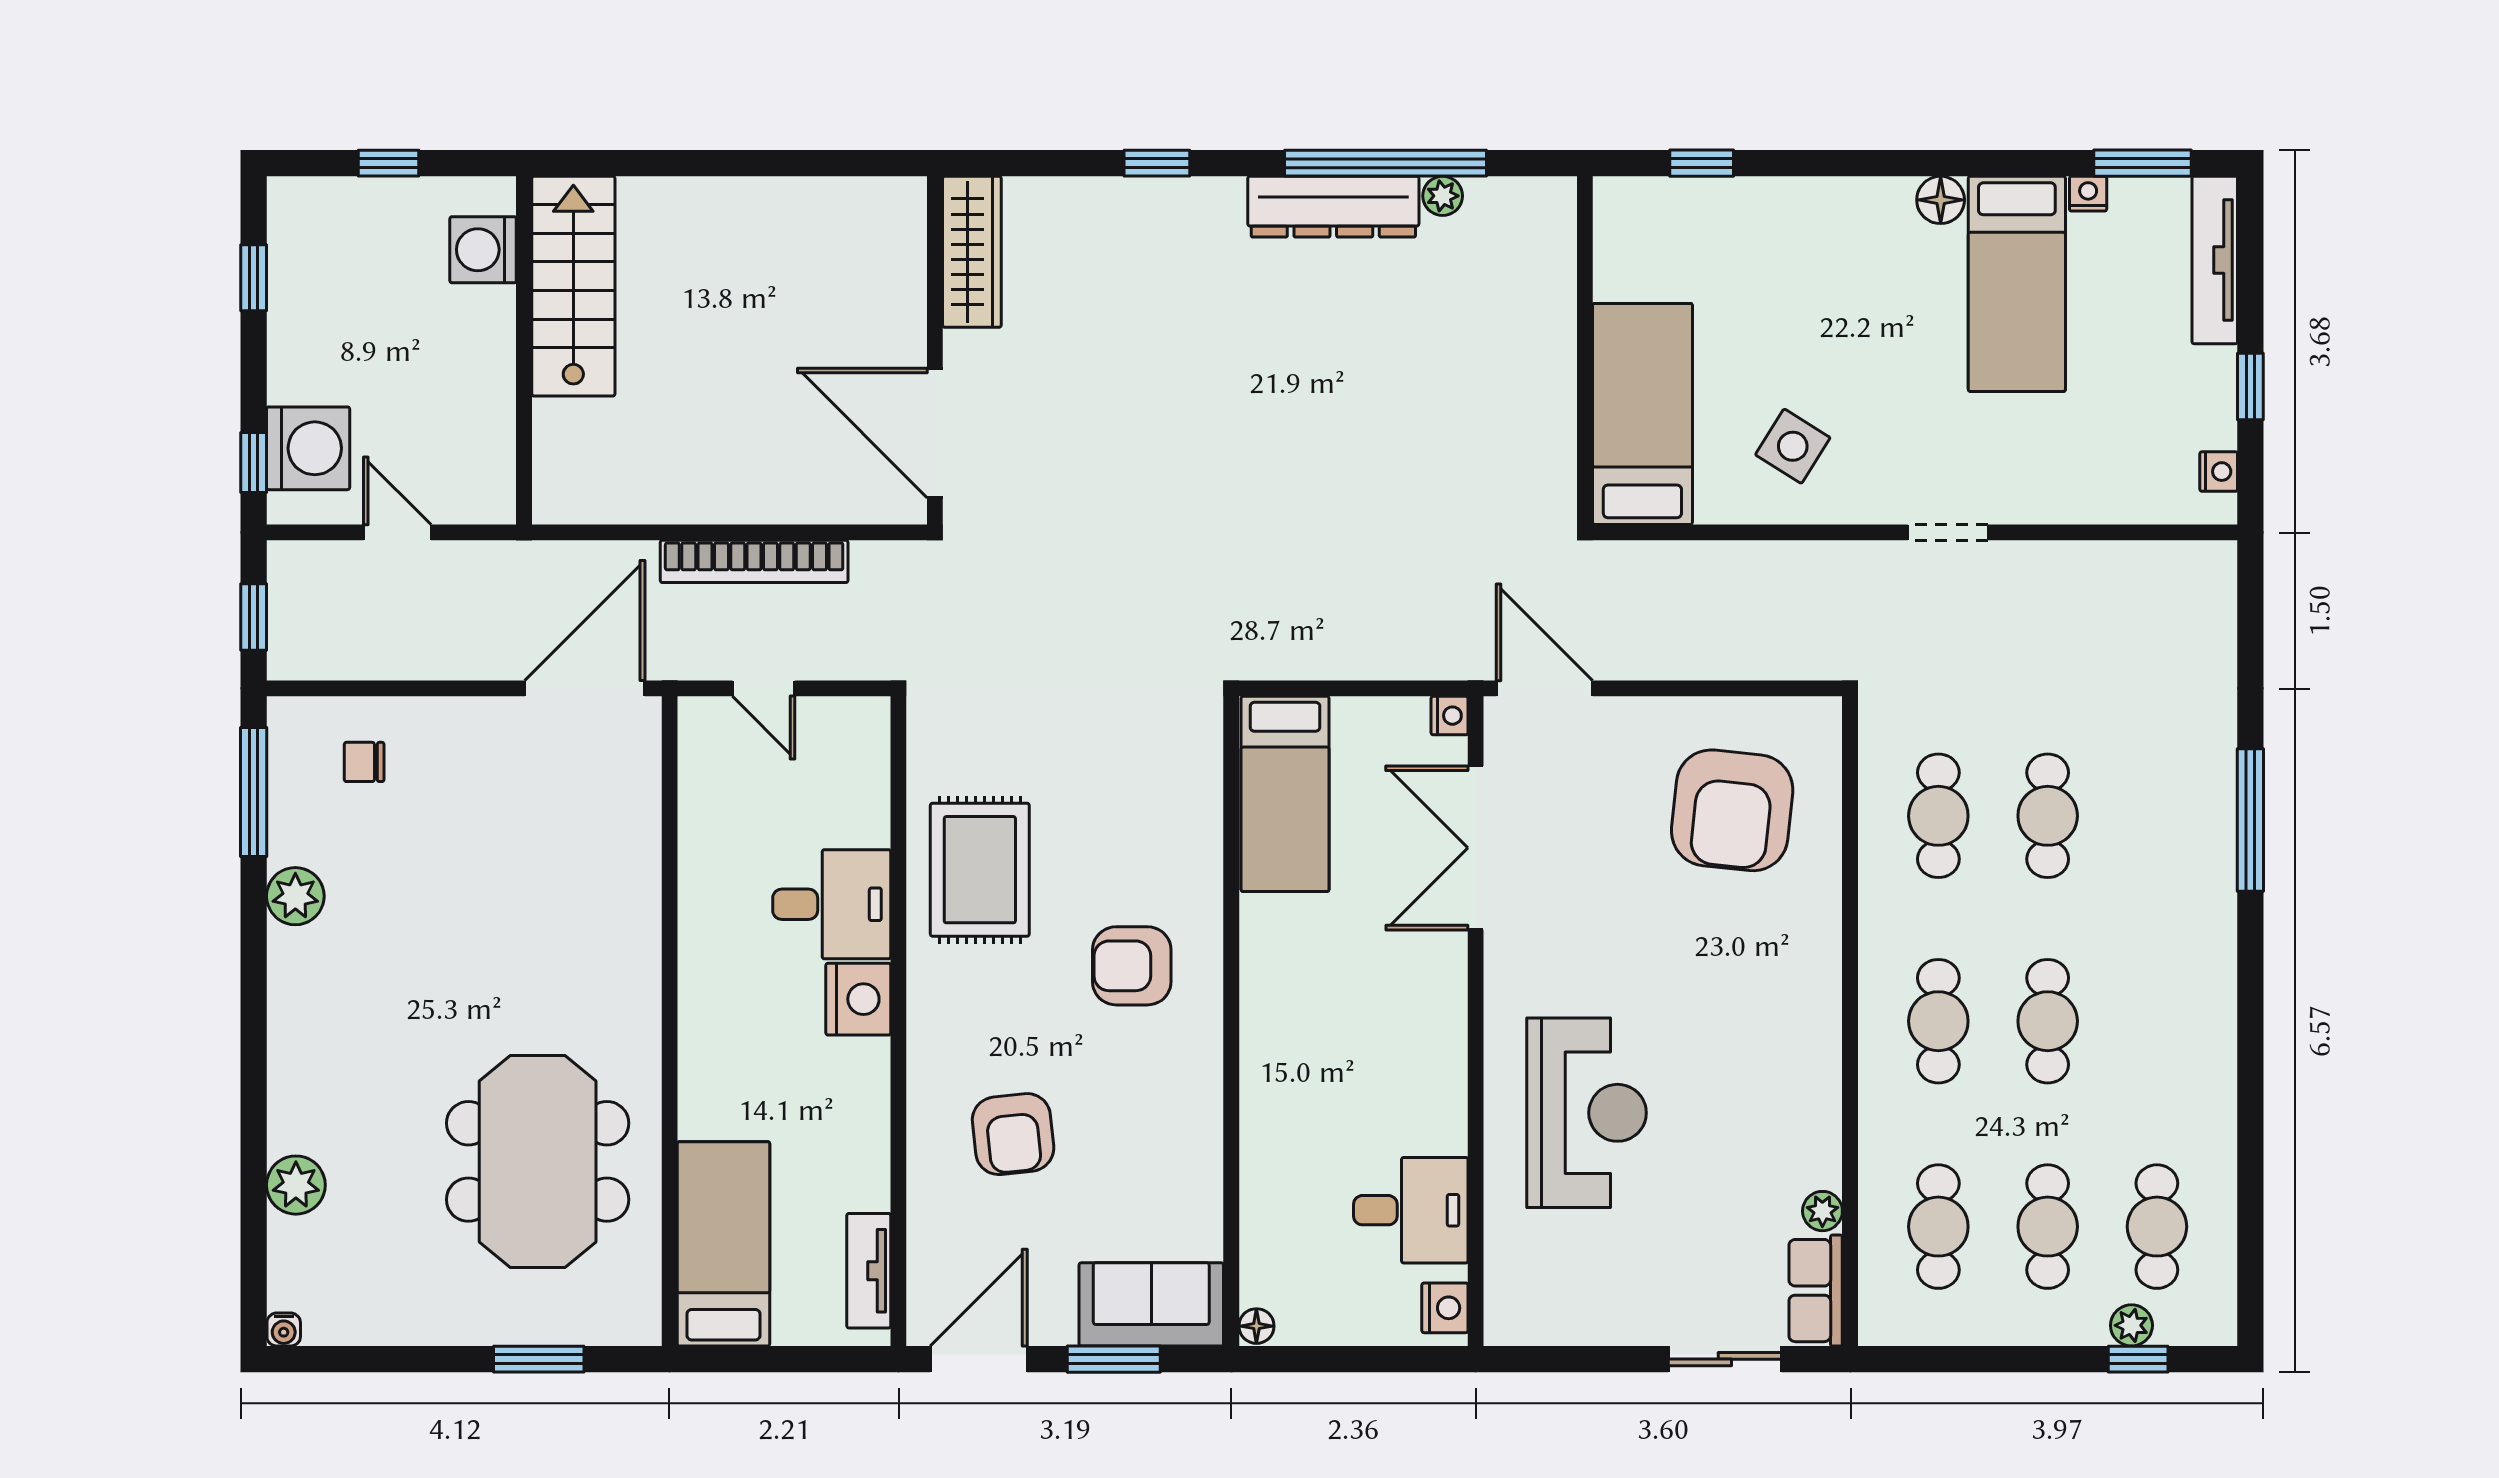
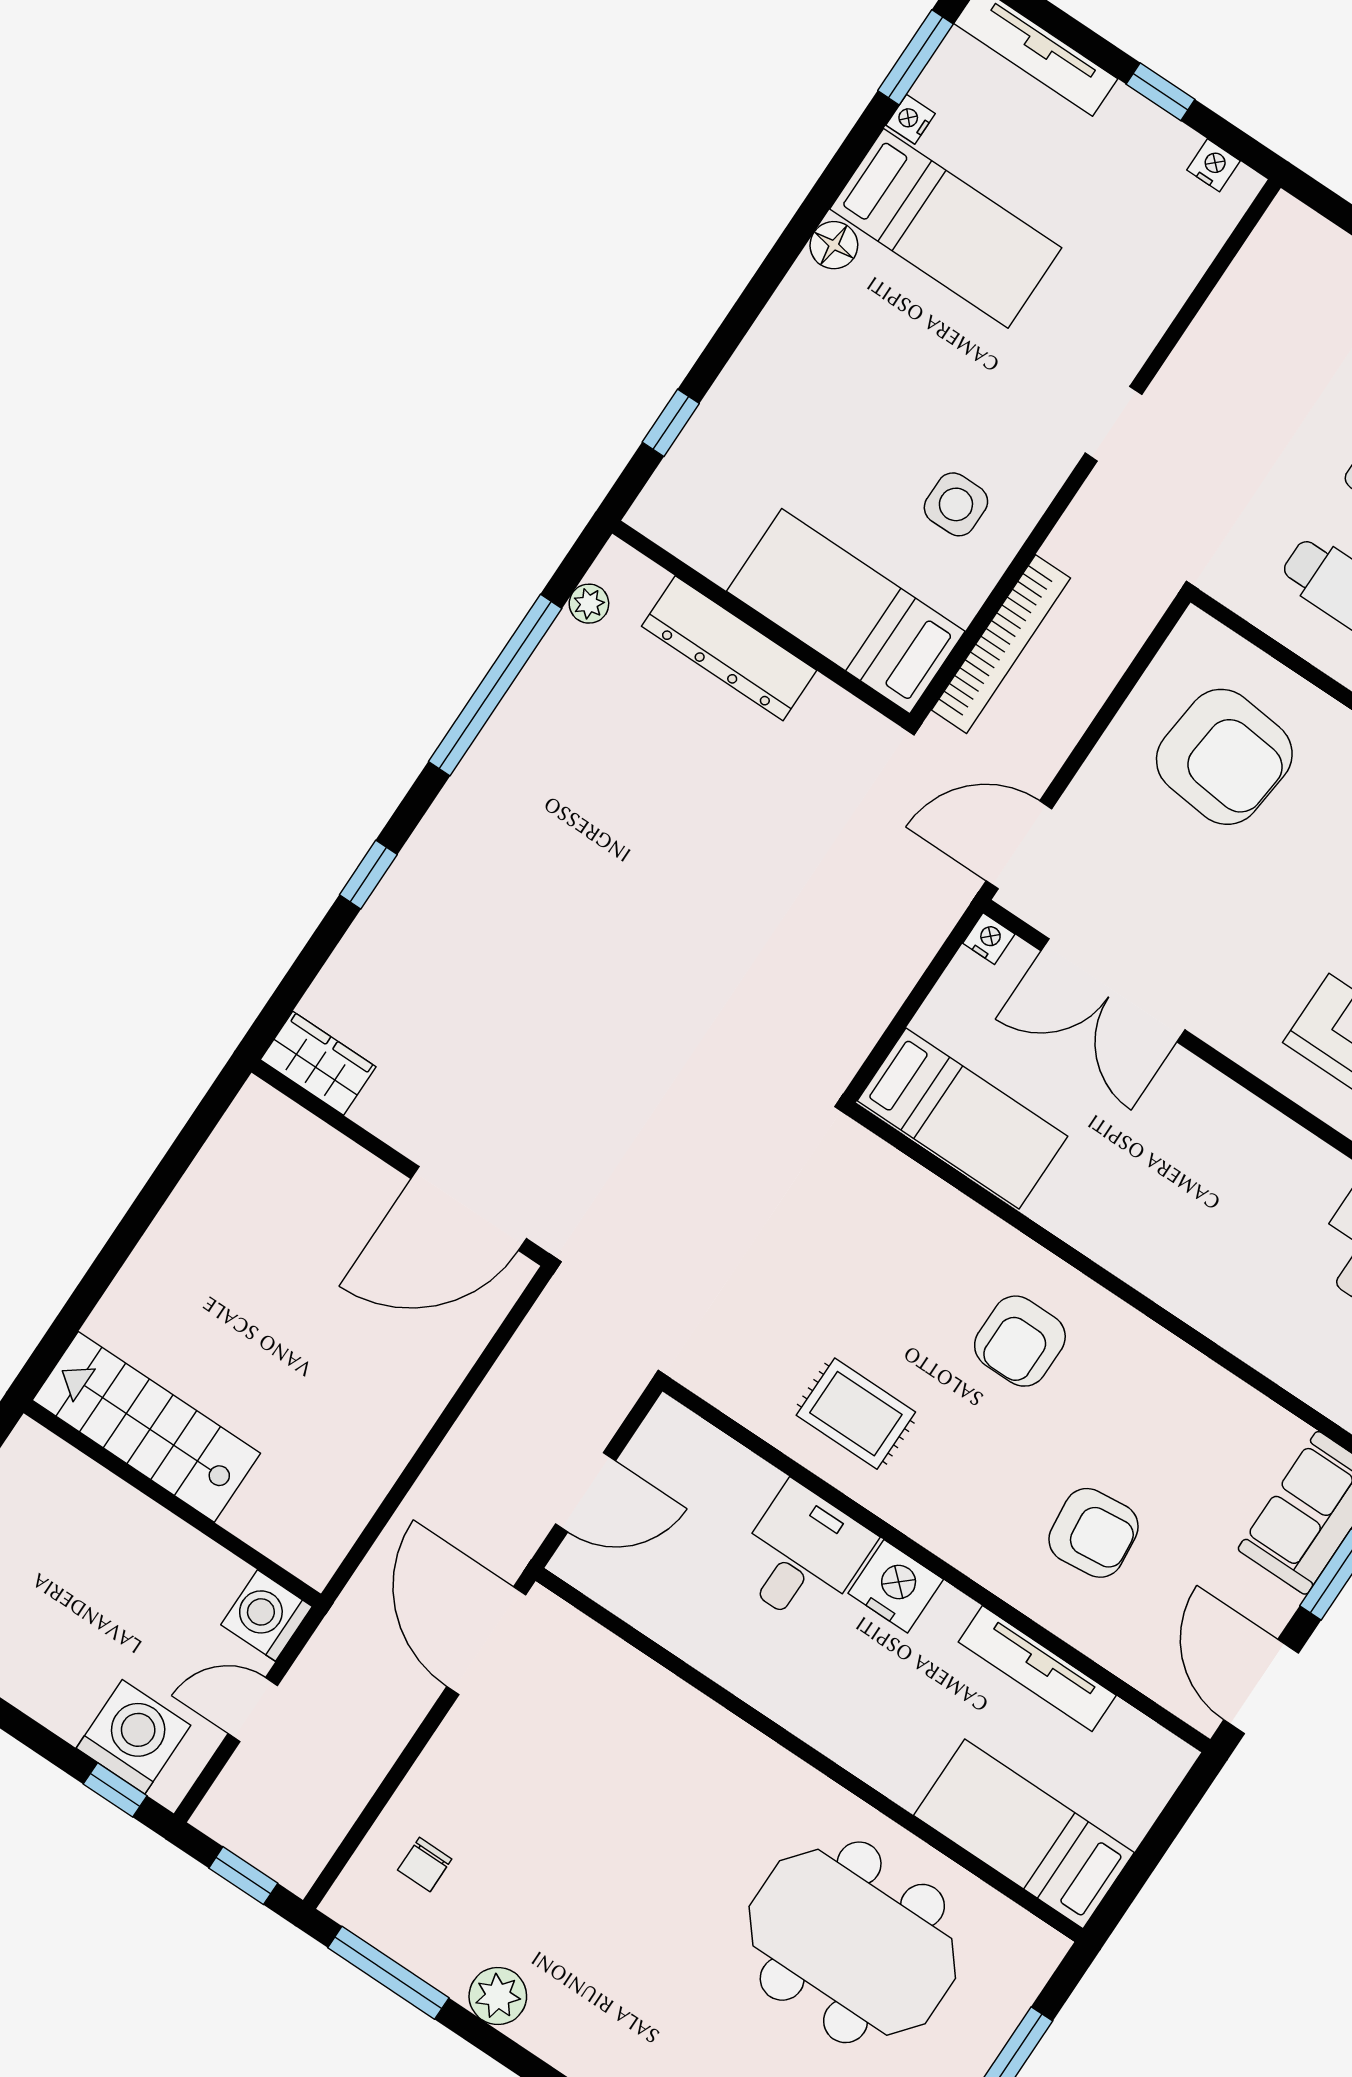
plant: (1443, 196) -> (589, 604), moved
dresser: (1333, 207) -> (729, 648), moved, turned 90
washing machine: (483, 250) -> (266, 1616), moved, turned 90
wardrobe: (972, 252) -> (318, 1063), width x0.67
side table: (1793, 446) -> (956, 504), turned -32
bookcase: (754, 561) -> (1001, 644), moved
door: (764, 688) -> (585, 1492), width x1.37
rug: (980, 870) -> (856, 1414), width x0.73, depth x0.70
tv unit: (869, 1271) -> (1037, 1669), moved, width x1.41

